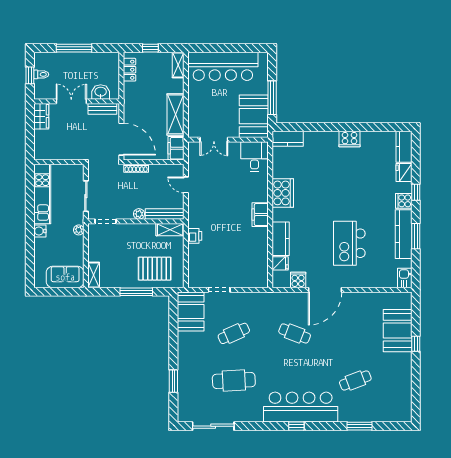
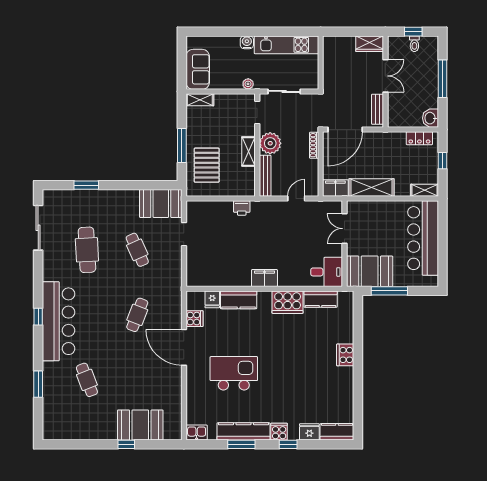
washbasin: (101, 92) -> (430, 118), moved, turned 180
kitchen counter: (288, 139) -> (321, 299), moved, turned -90
cooker: (350, 139) -> (345, 355), moved
plant: (139, 214) -> (270, 143), width x1.88, depth x1.88
shelving: (170, 230) -> (248, 151), moved

